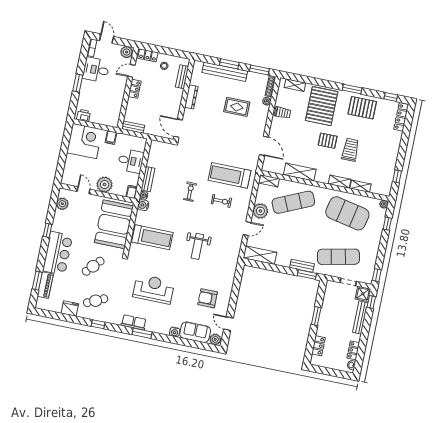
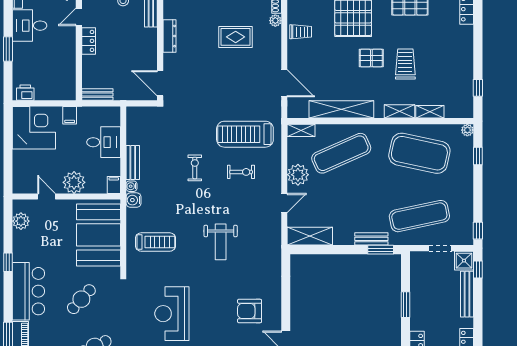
shelving: (300, 172) -> (341, 109), width x1.47
treadmill: (152, 237) -> (155, 242), width x0.73, depth x0.73
reception desk: (154, 289) -> (172, 314), turned -90

